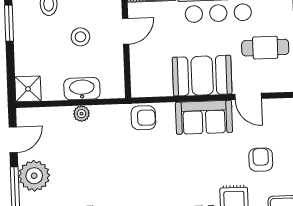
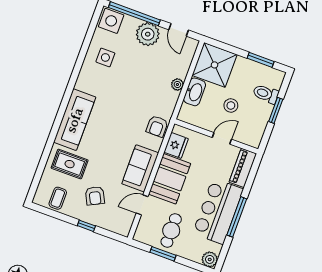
door: (126, 31) -> (222, 138), swing flipped
fridge: (157, 85) -> (176, 145), added
shower: (28, 89) -> (215, 65), width x1.86, depth x1.86
armchair: (261, 160) -> (95, 196), turned 63

